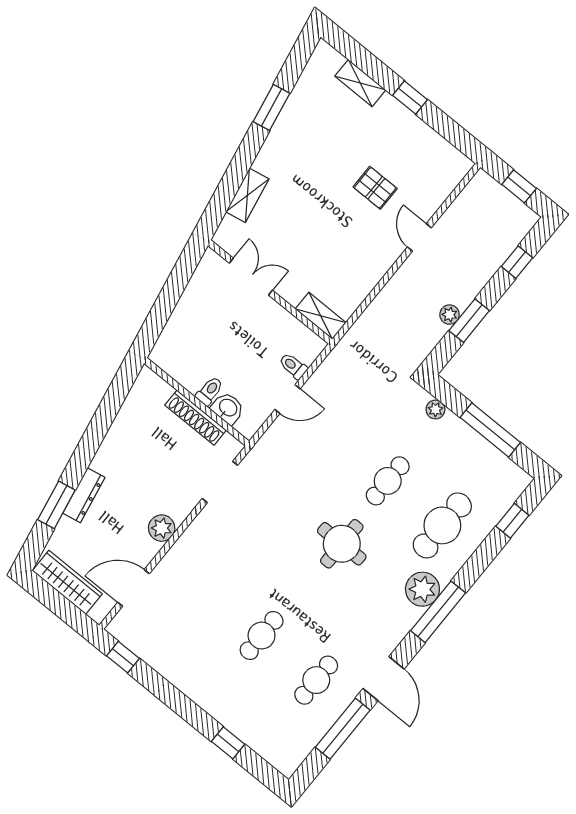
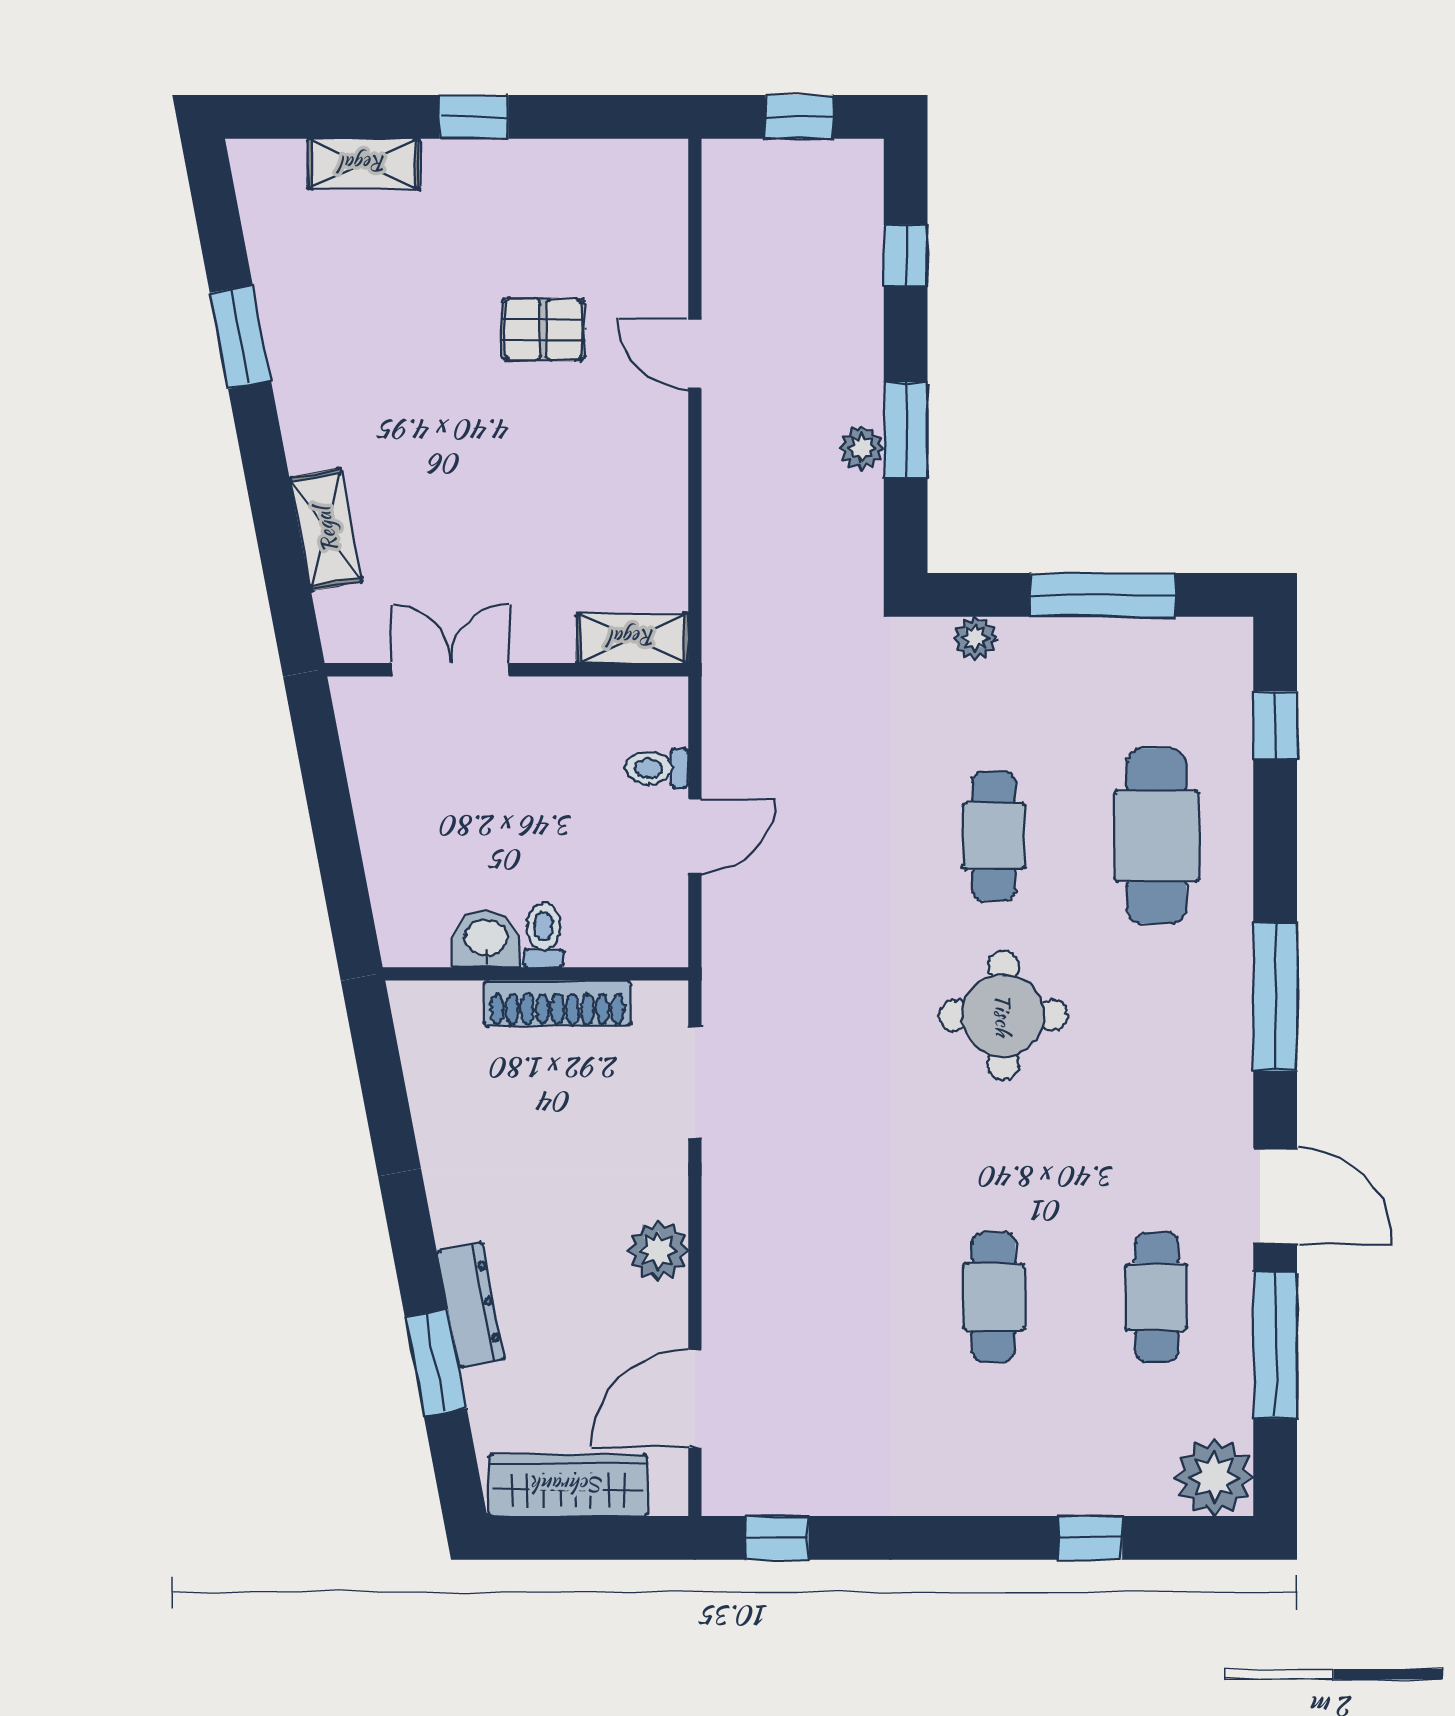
washbasin: (228, 408) -> (486, 939), moved
plant: (422, 589) -> (1214, 1477), moved

